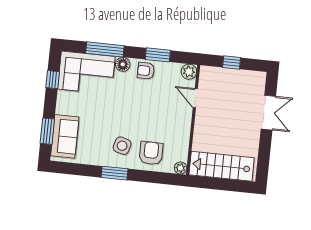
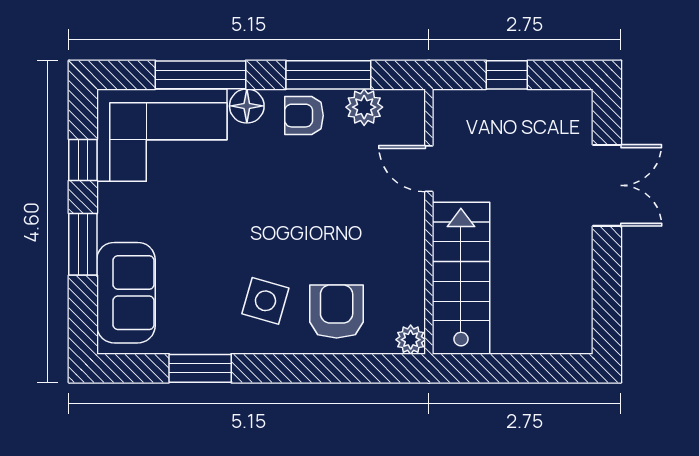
window: (158, 55) -> (328, 75), width x1.44
plant: (189, 72) -> (364, 107), moved
window: (47, 131) -> (83, 244), moved
stairs: (222, 166) -> (461, 278), moved, turned 90
window: (115, 173) -> (200, 368), moved

